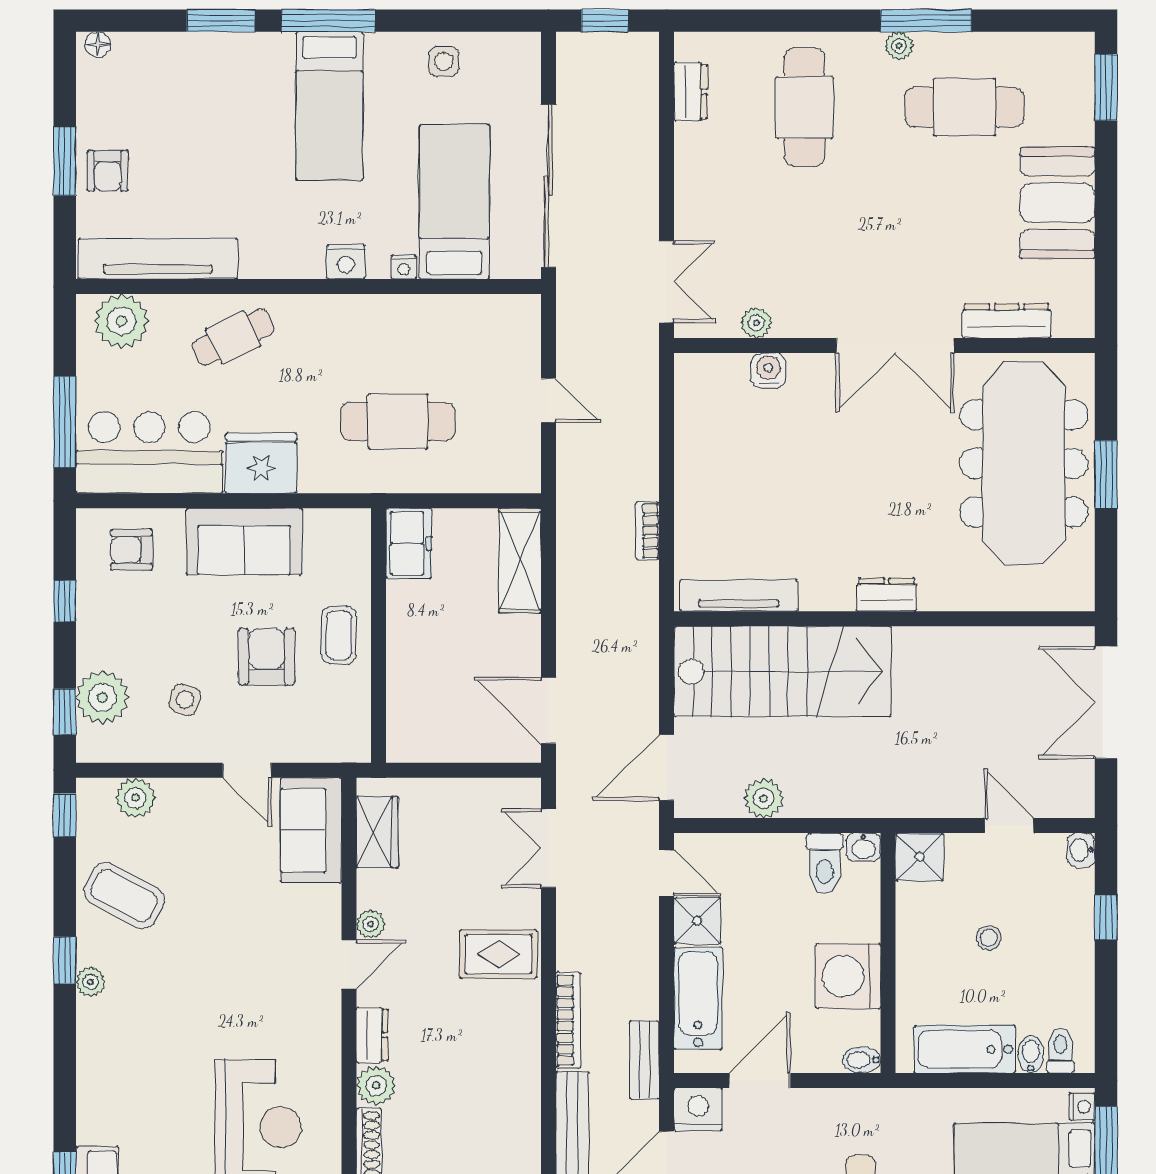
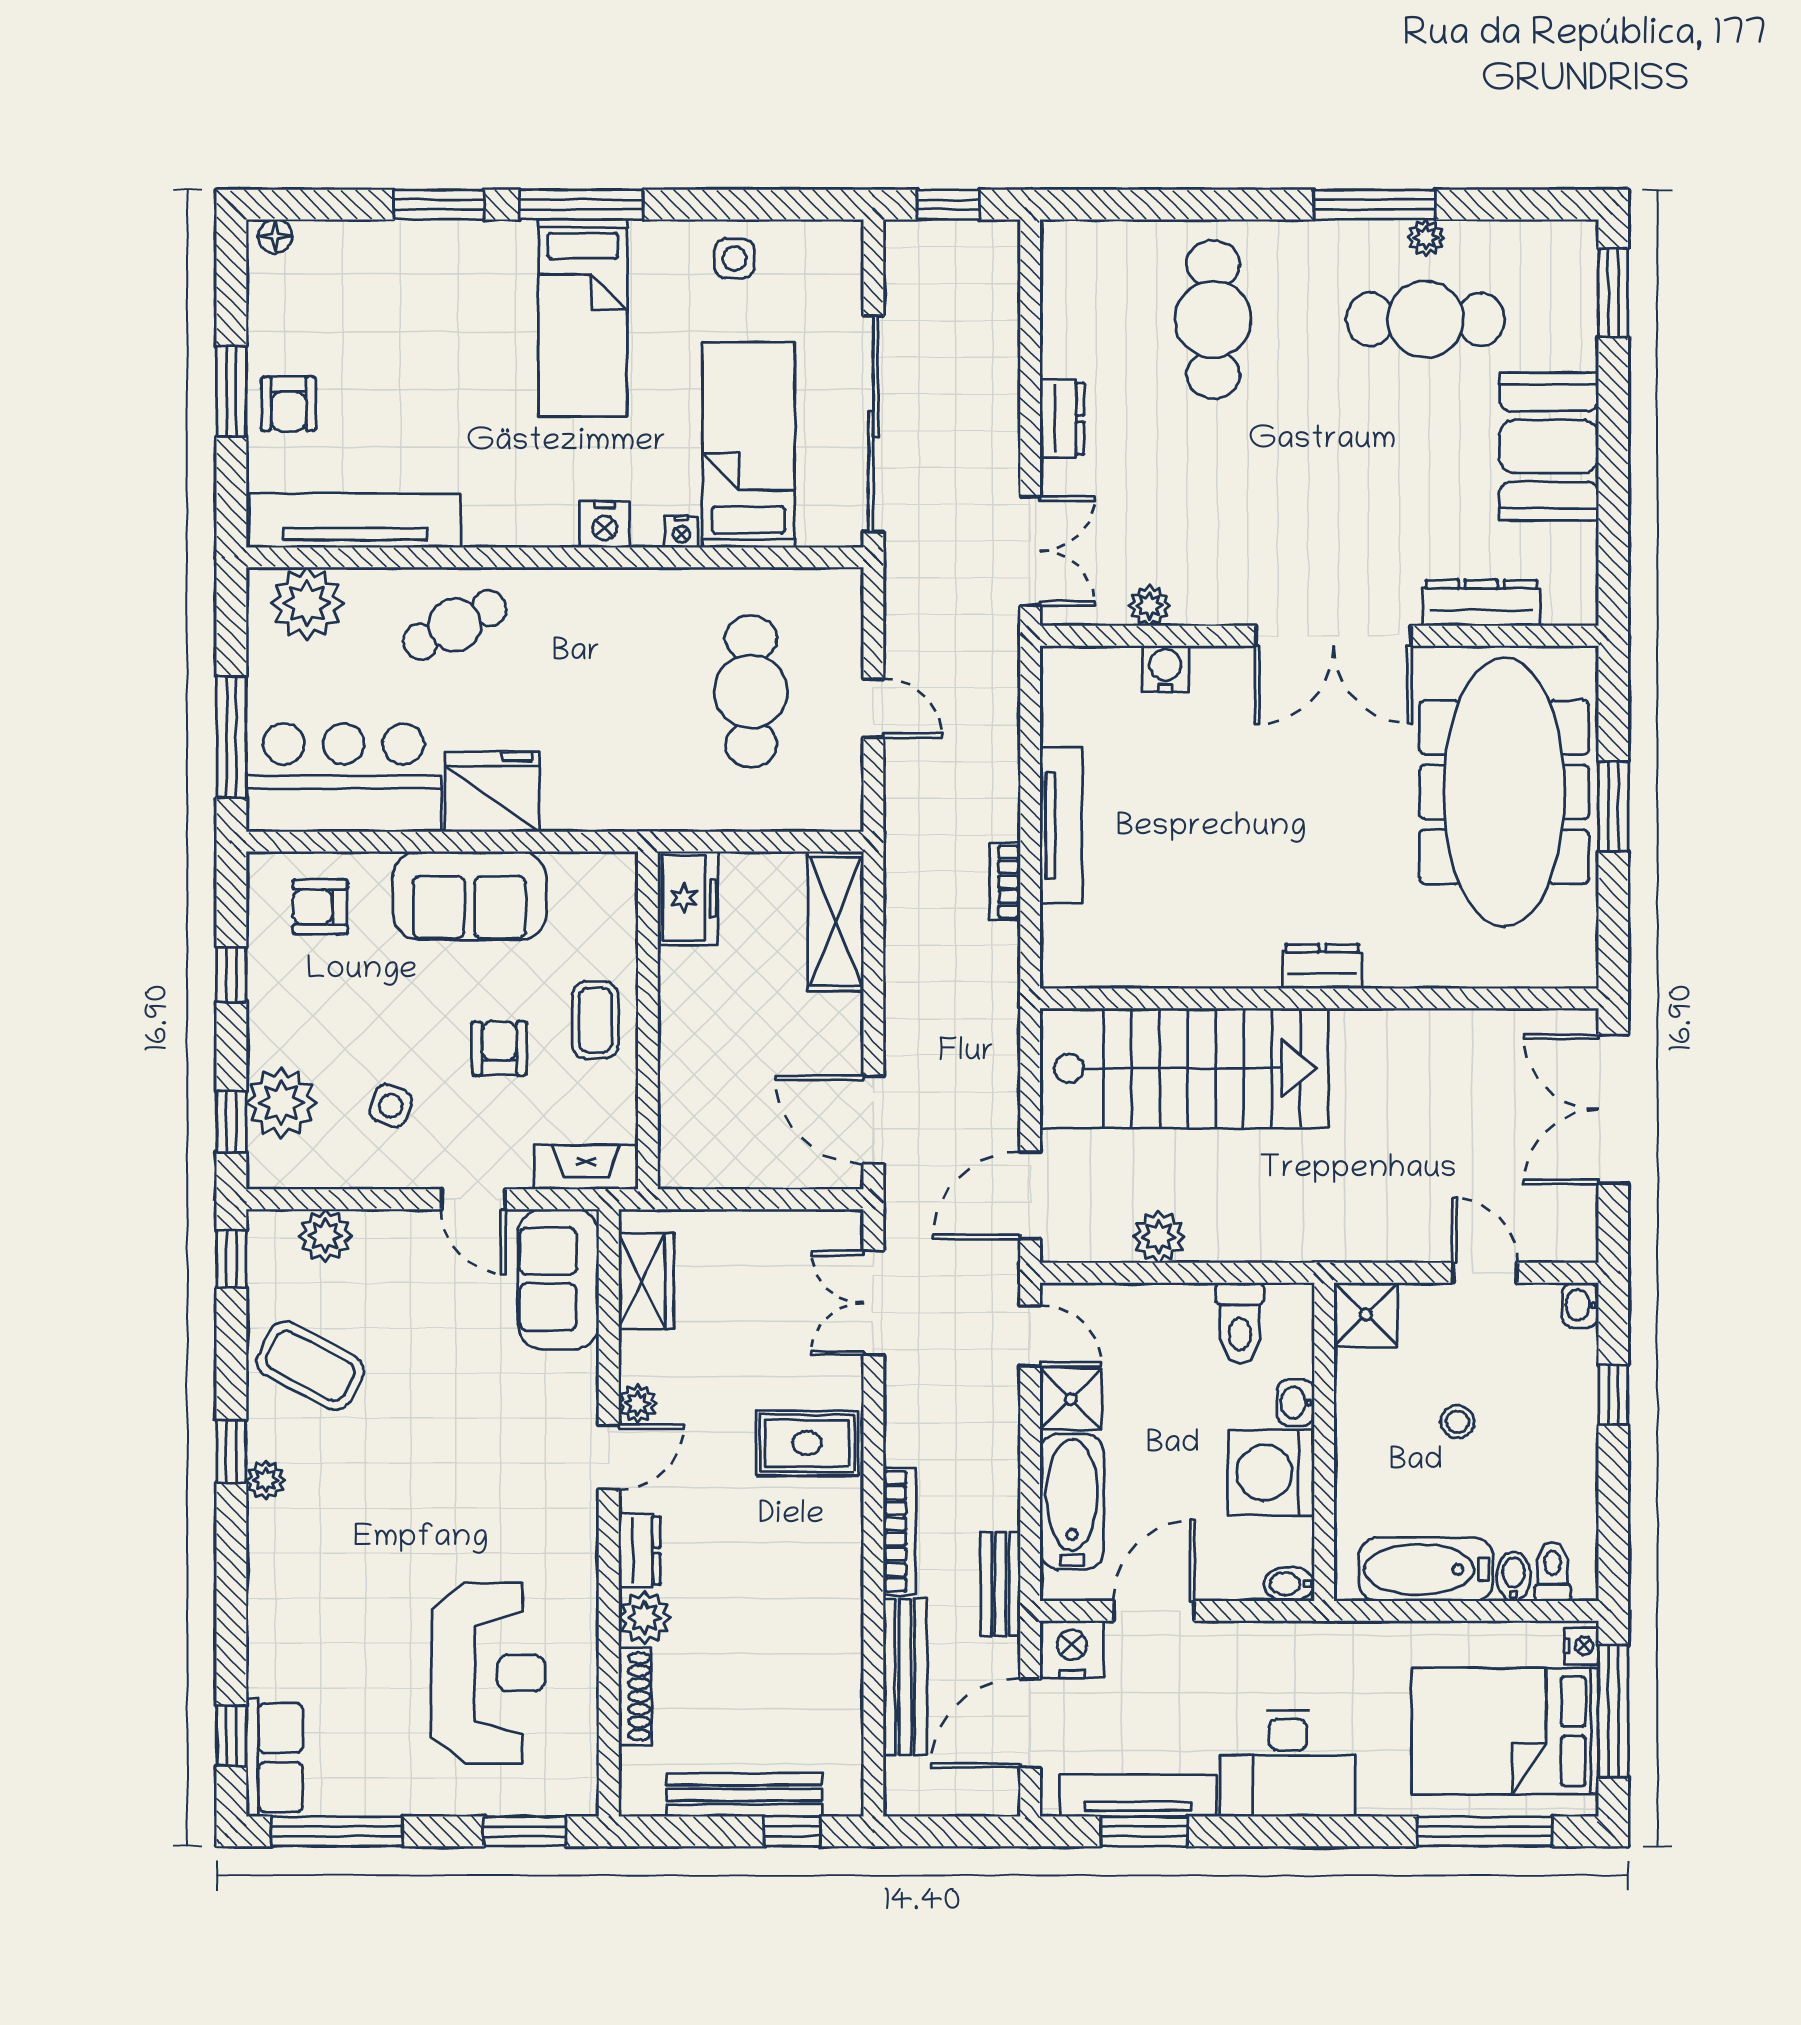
plant: (899, 46) -> (1426, 238), moved
dresser: (691, 92) -> (1062, 419), moved
cafe table: (398, 421) -> (751, 691), moved, turned 90
tv unit: (739, 596) -> (1061, 825), moved, turned 90
armchair: (266, 657) -> (499, 1049), width x0.72, depth x0.72
fireplace: (332, 746) -> (586, 1167), added
washbasin: (863, 847) -> (1296, 1403), moved, turned 90

